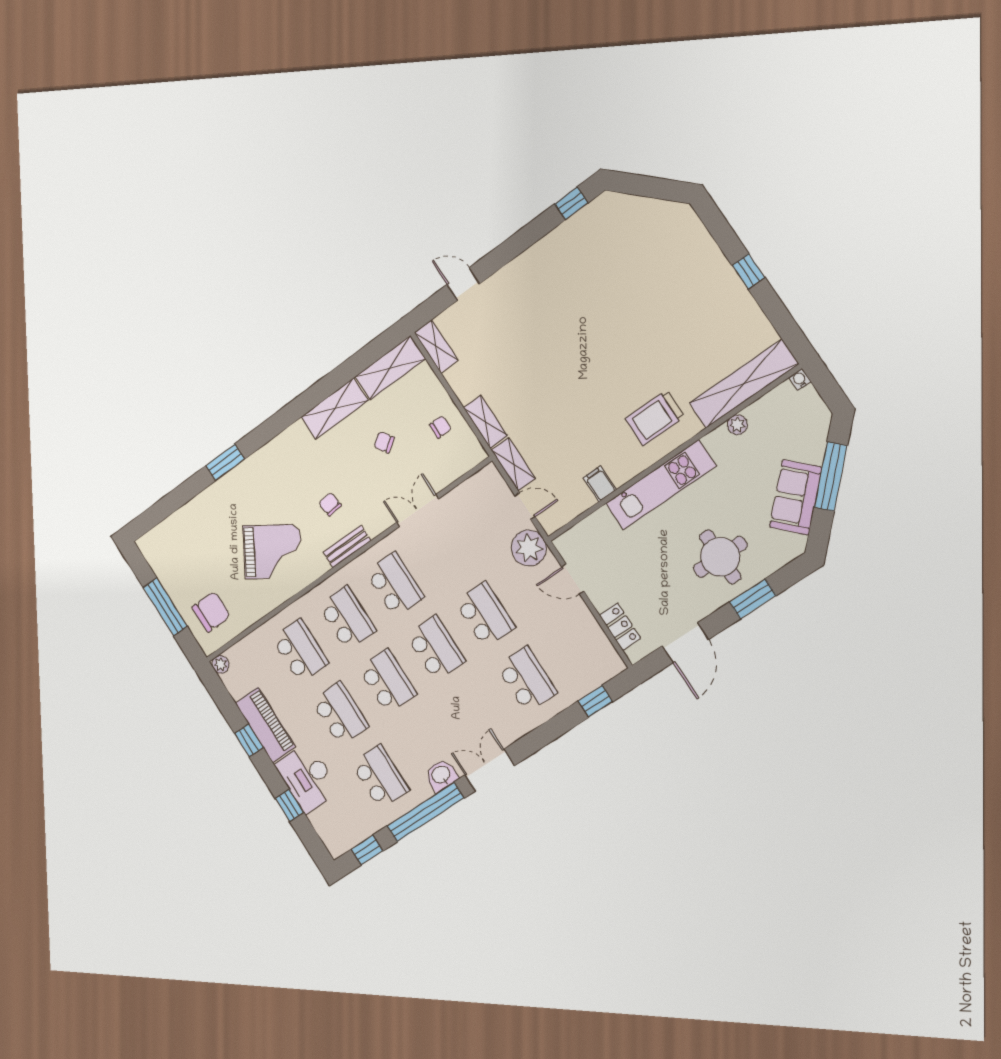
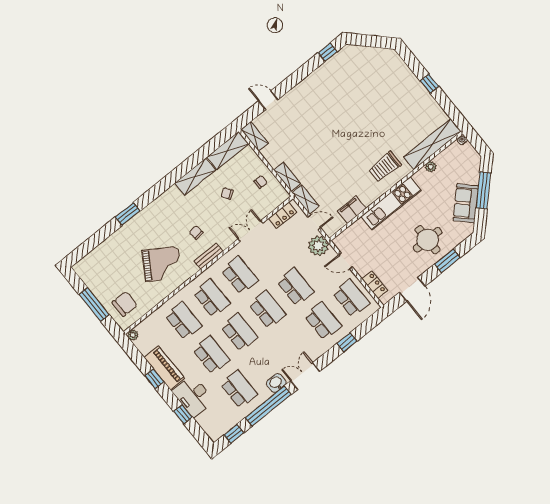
filing cabinet: (600, 484) -> (352, 210), width x2.00
locker: (473, 488) -> (283, 215), added
school desk: (577, 646) -> (351, 298), added
window: (595, 701) -> (347, 342), moved

